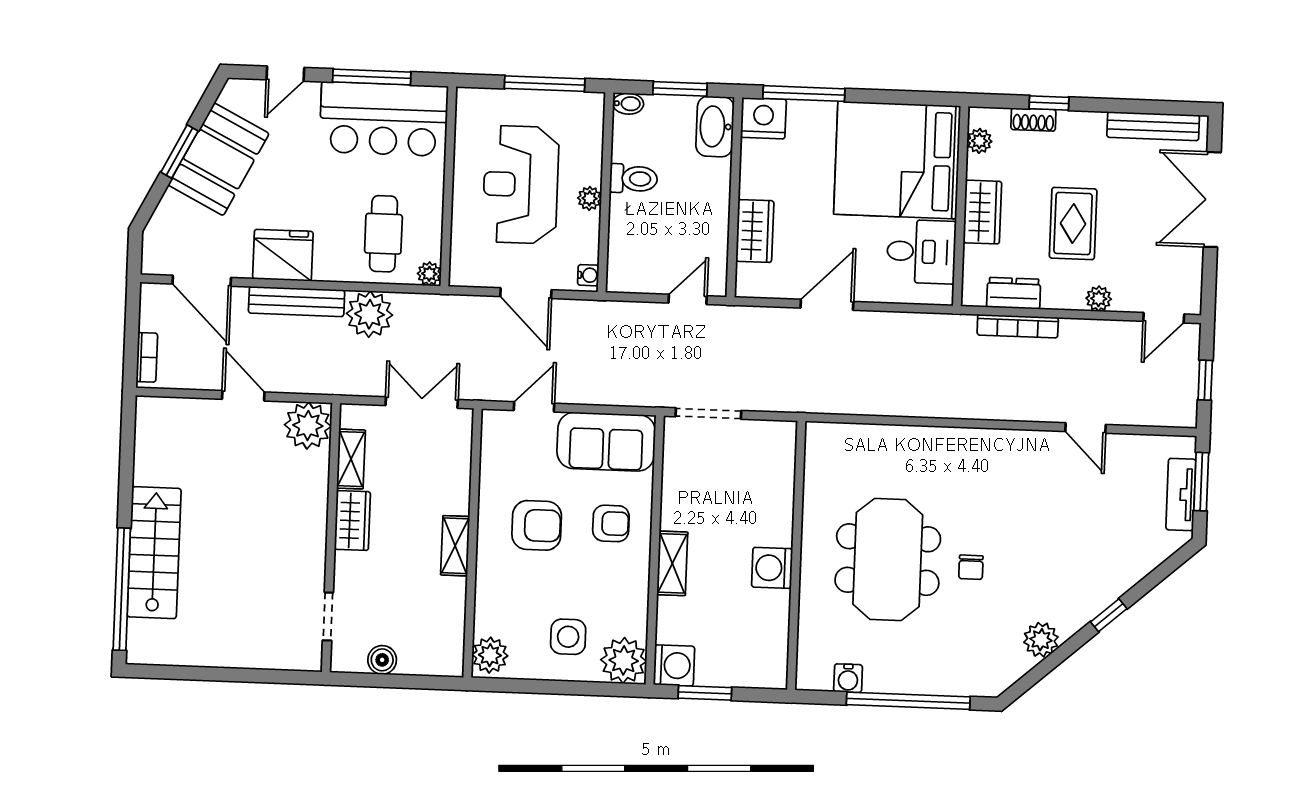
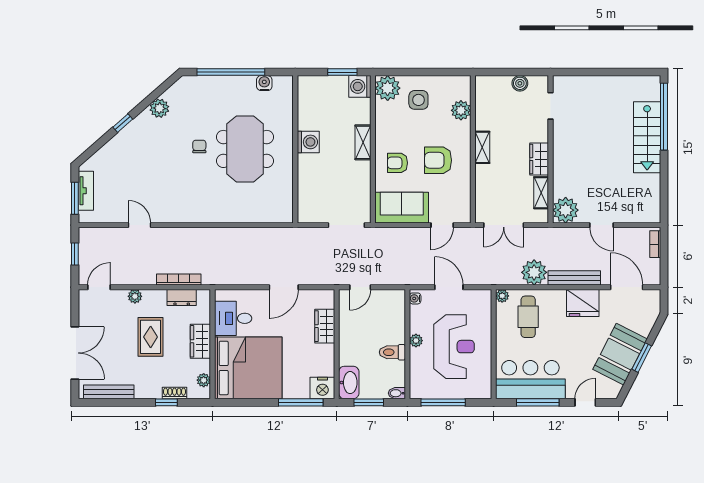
plant: (490, 655) -> (461, 110), moved

